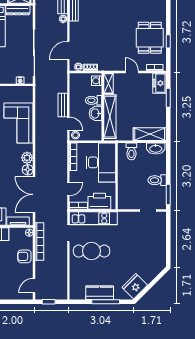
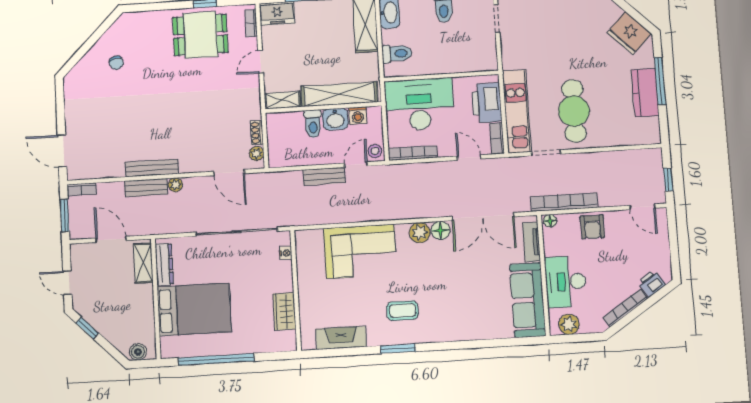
washing machine: (97, 81) -> (358, 116), moved

